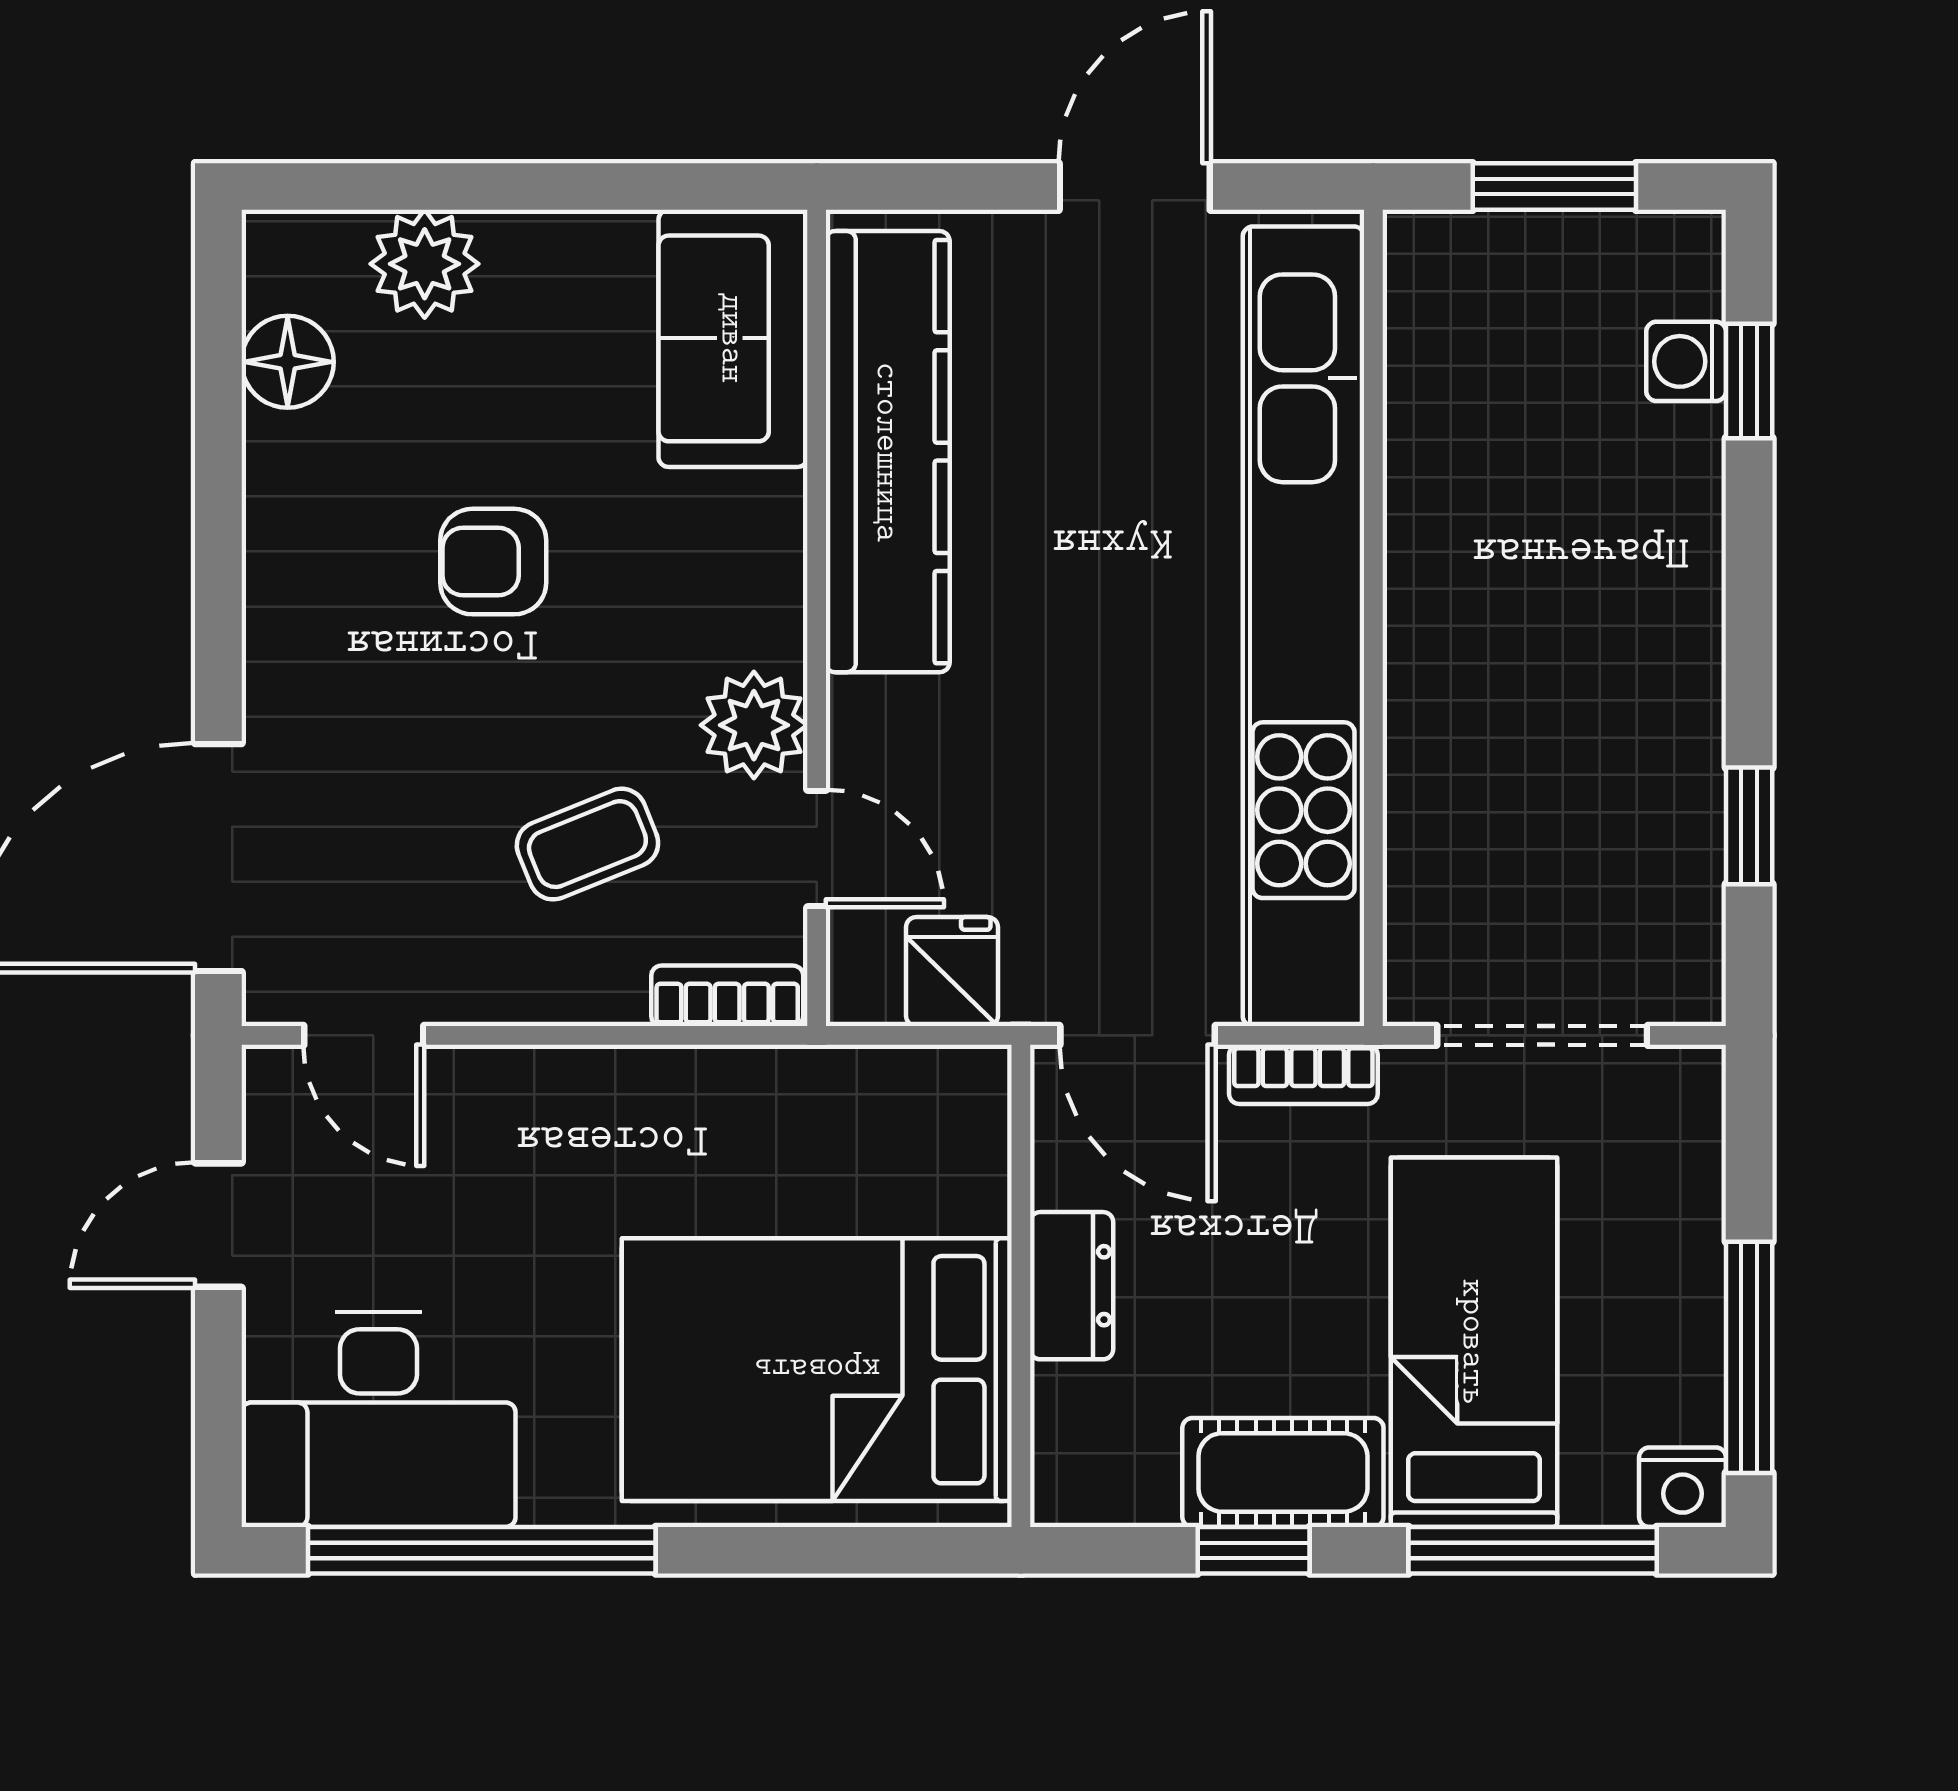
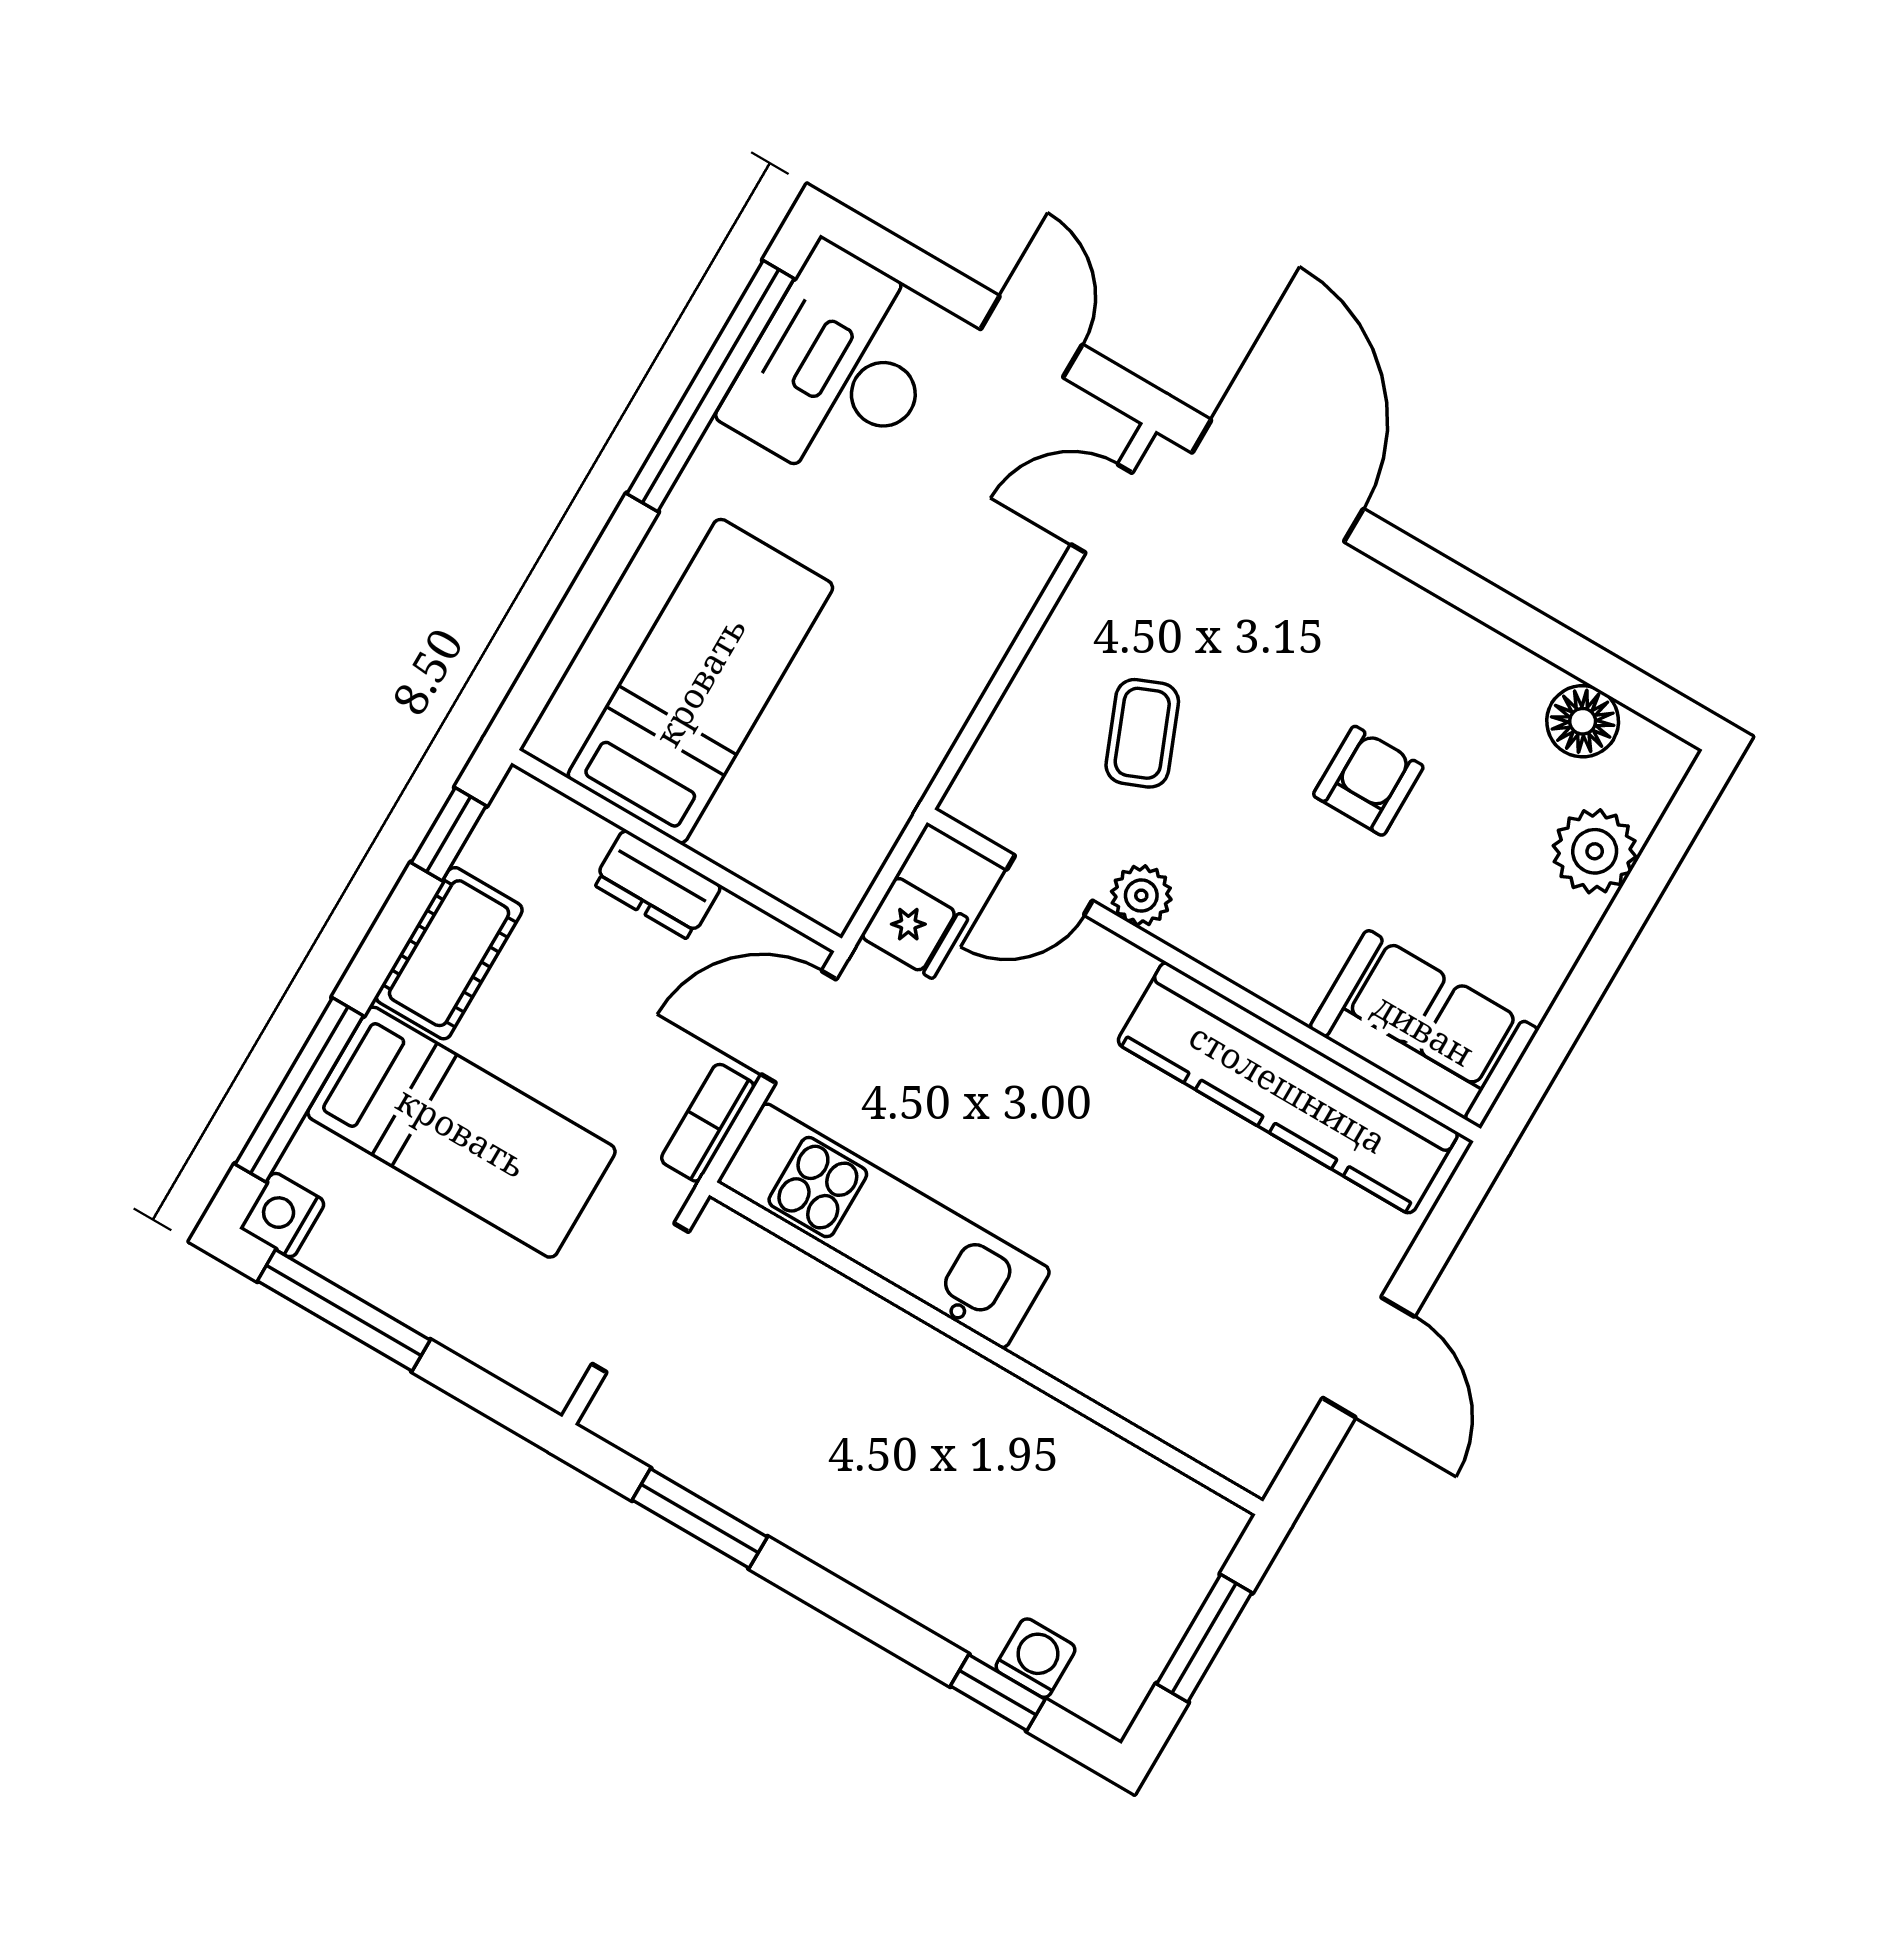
kitchen unit: (1303, 626) -> (884, 1226), width x0.54
plant: (754, 725) -> (1141, 895), width x0.73, depth x0.73
window: (1749, 826) -> (700, 1518), width x1.50
bookcase: (727, 996) -> (986, 768), removed
bed: (817, 1370) -> (700, 681), width x0.67
window: (1254, 1550) -> (449, 834), moved

